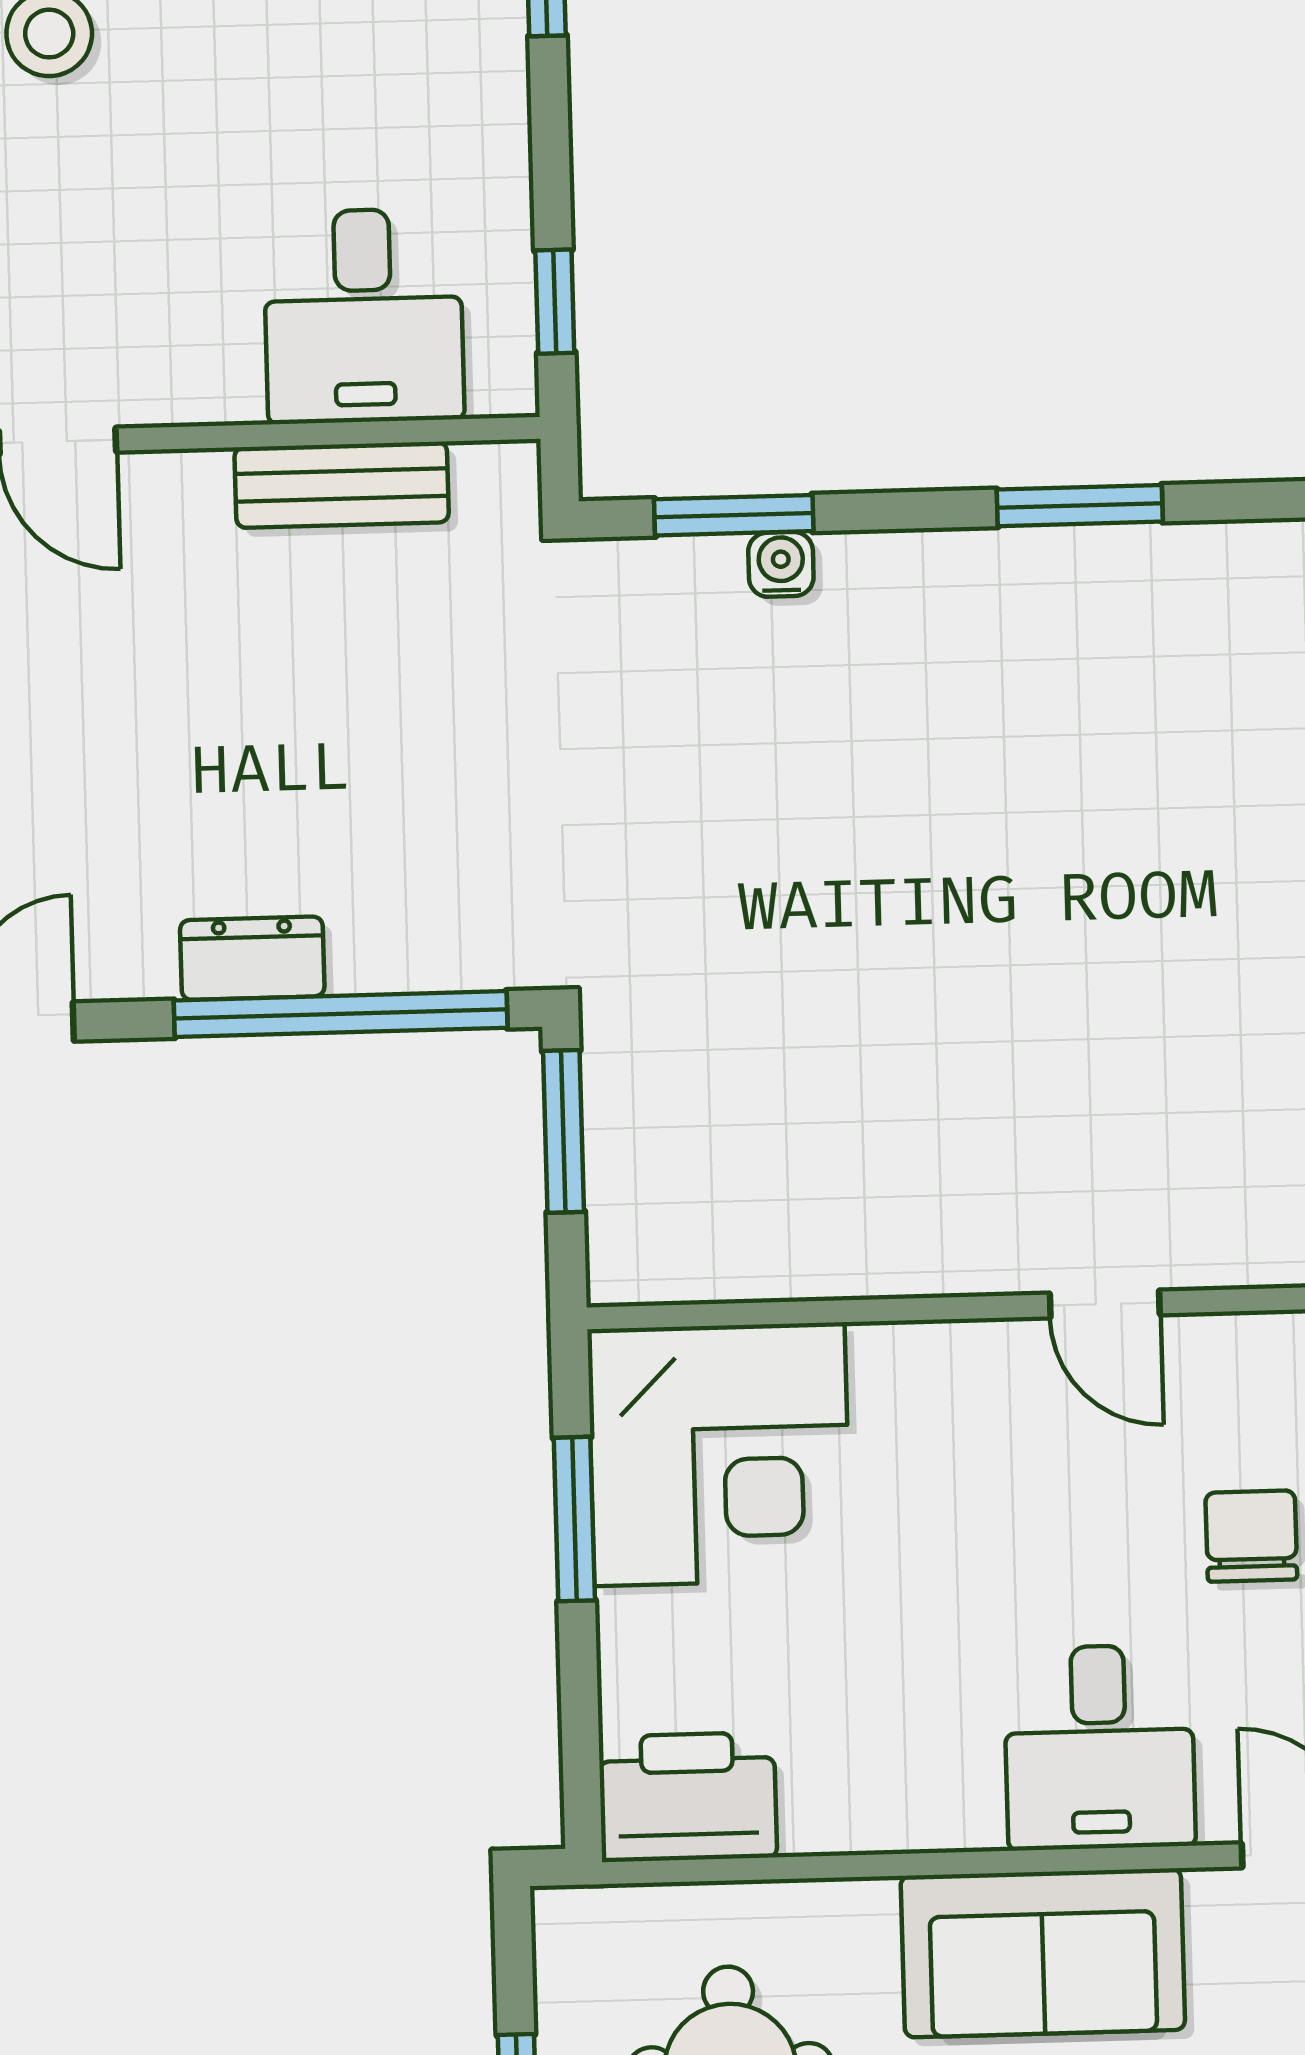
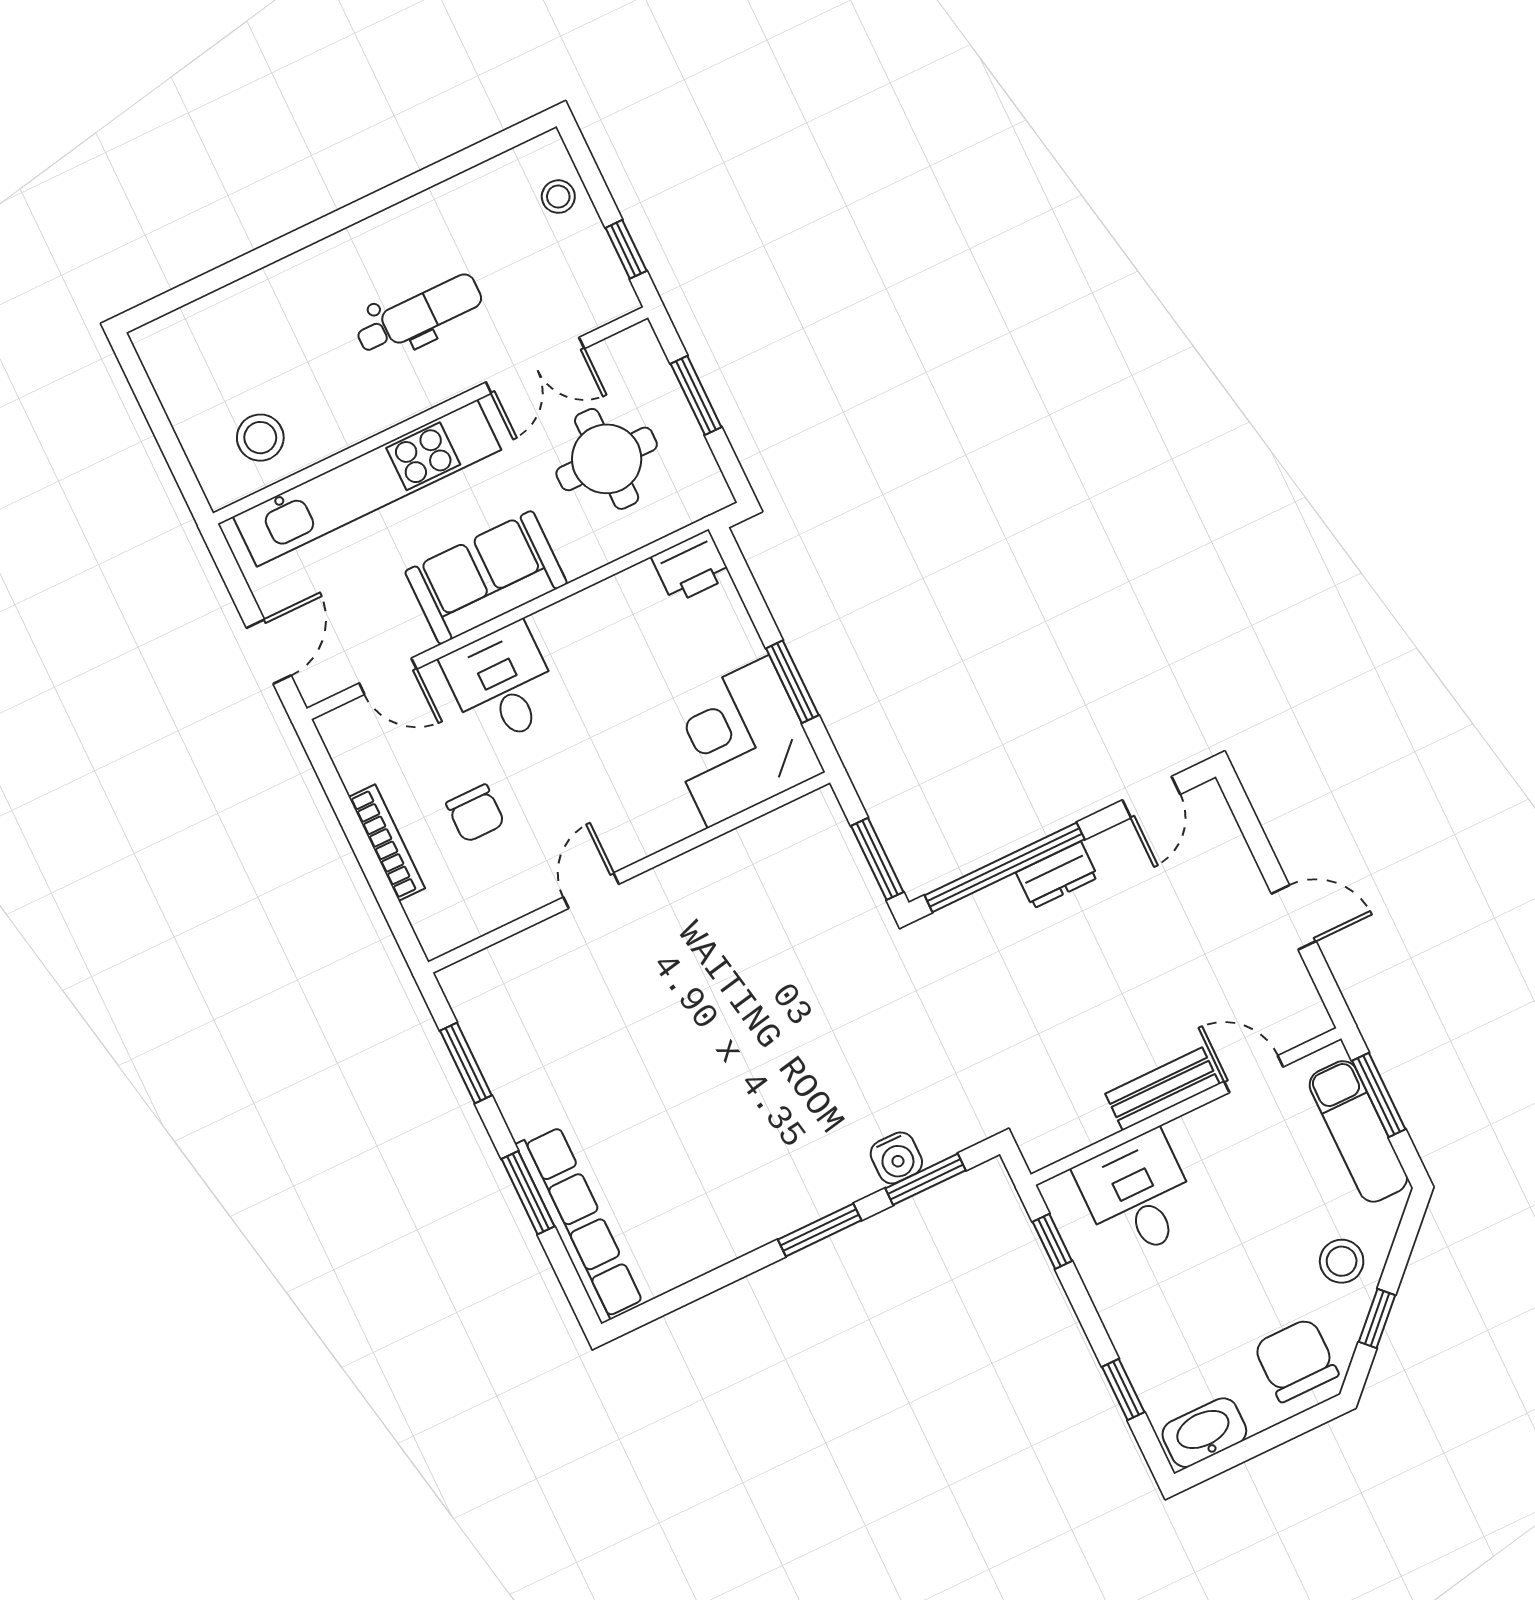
bench: (342, 485) -> (1162, 1089), moved
window: (1080, 506) -> (820, 1230), moved
water cooler: (781, 564) -> (896, 1158), width x1.38, depth x1.38
door: (1105, 1304) -> (591, 891), hinge flipped
printer: (688, 1797) -> (691, 567), width x0.73, depth x0.84

